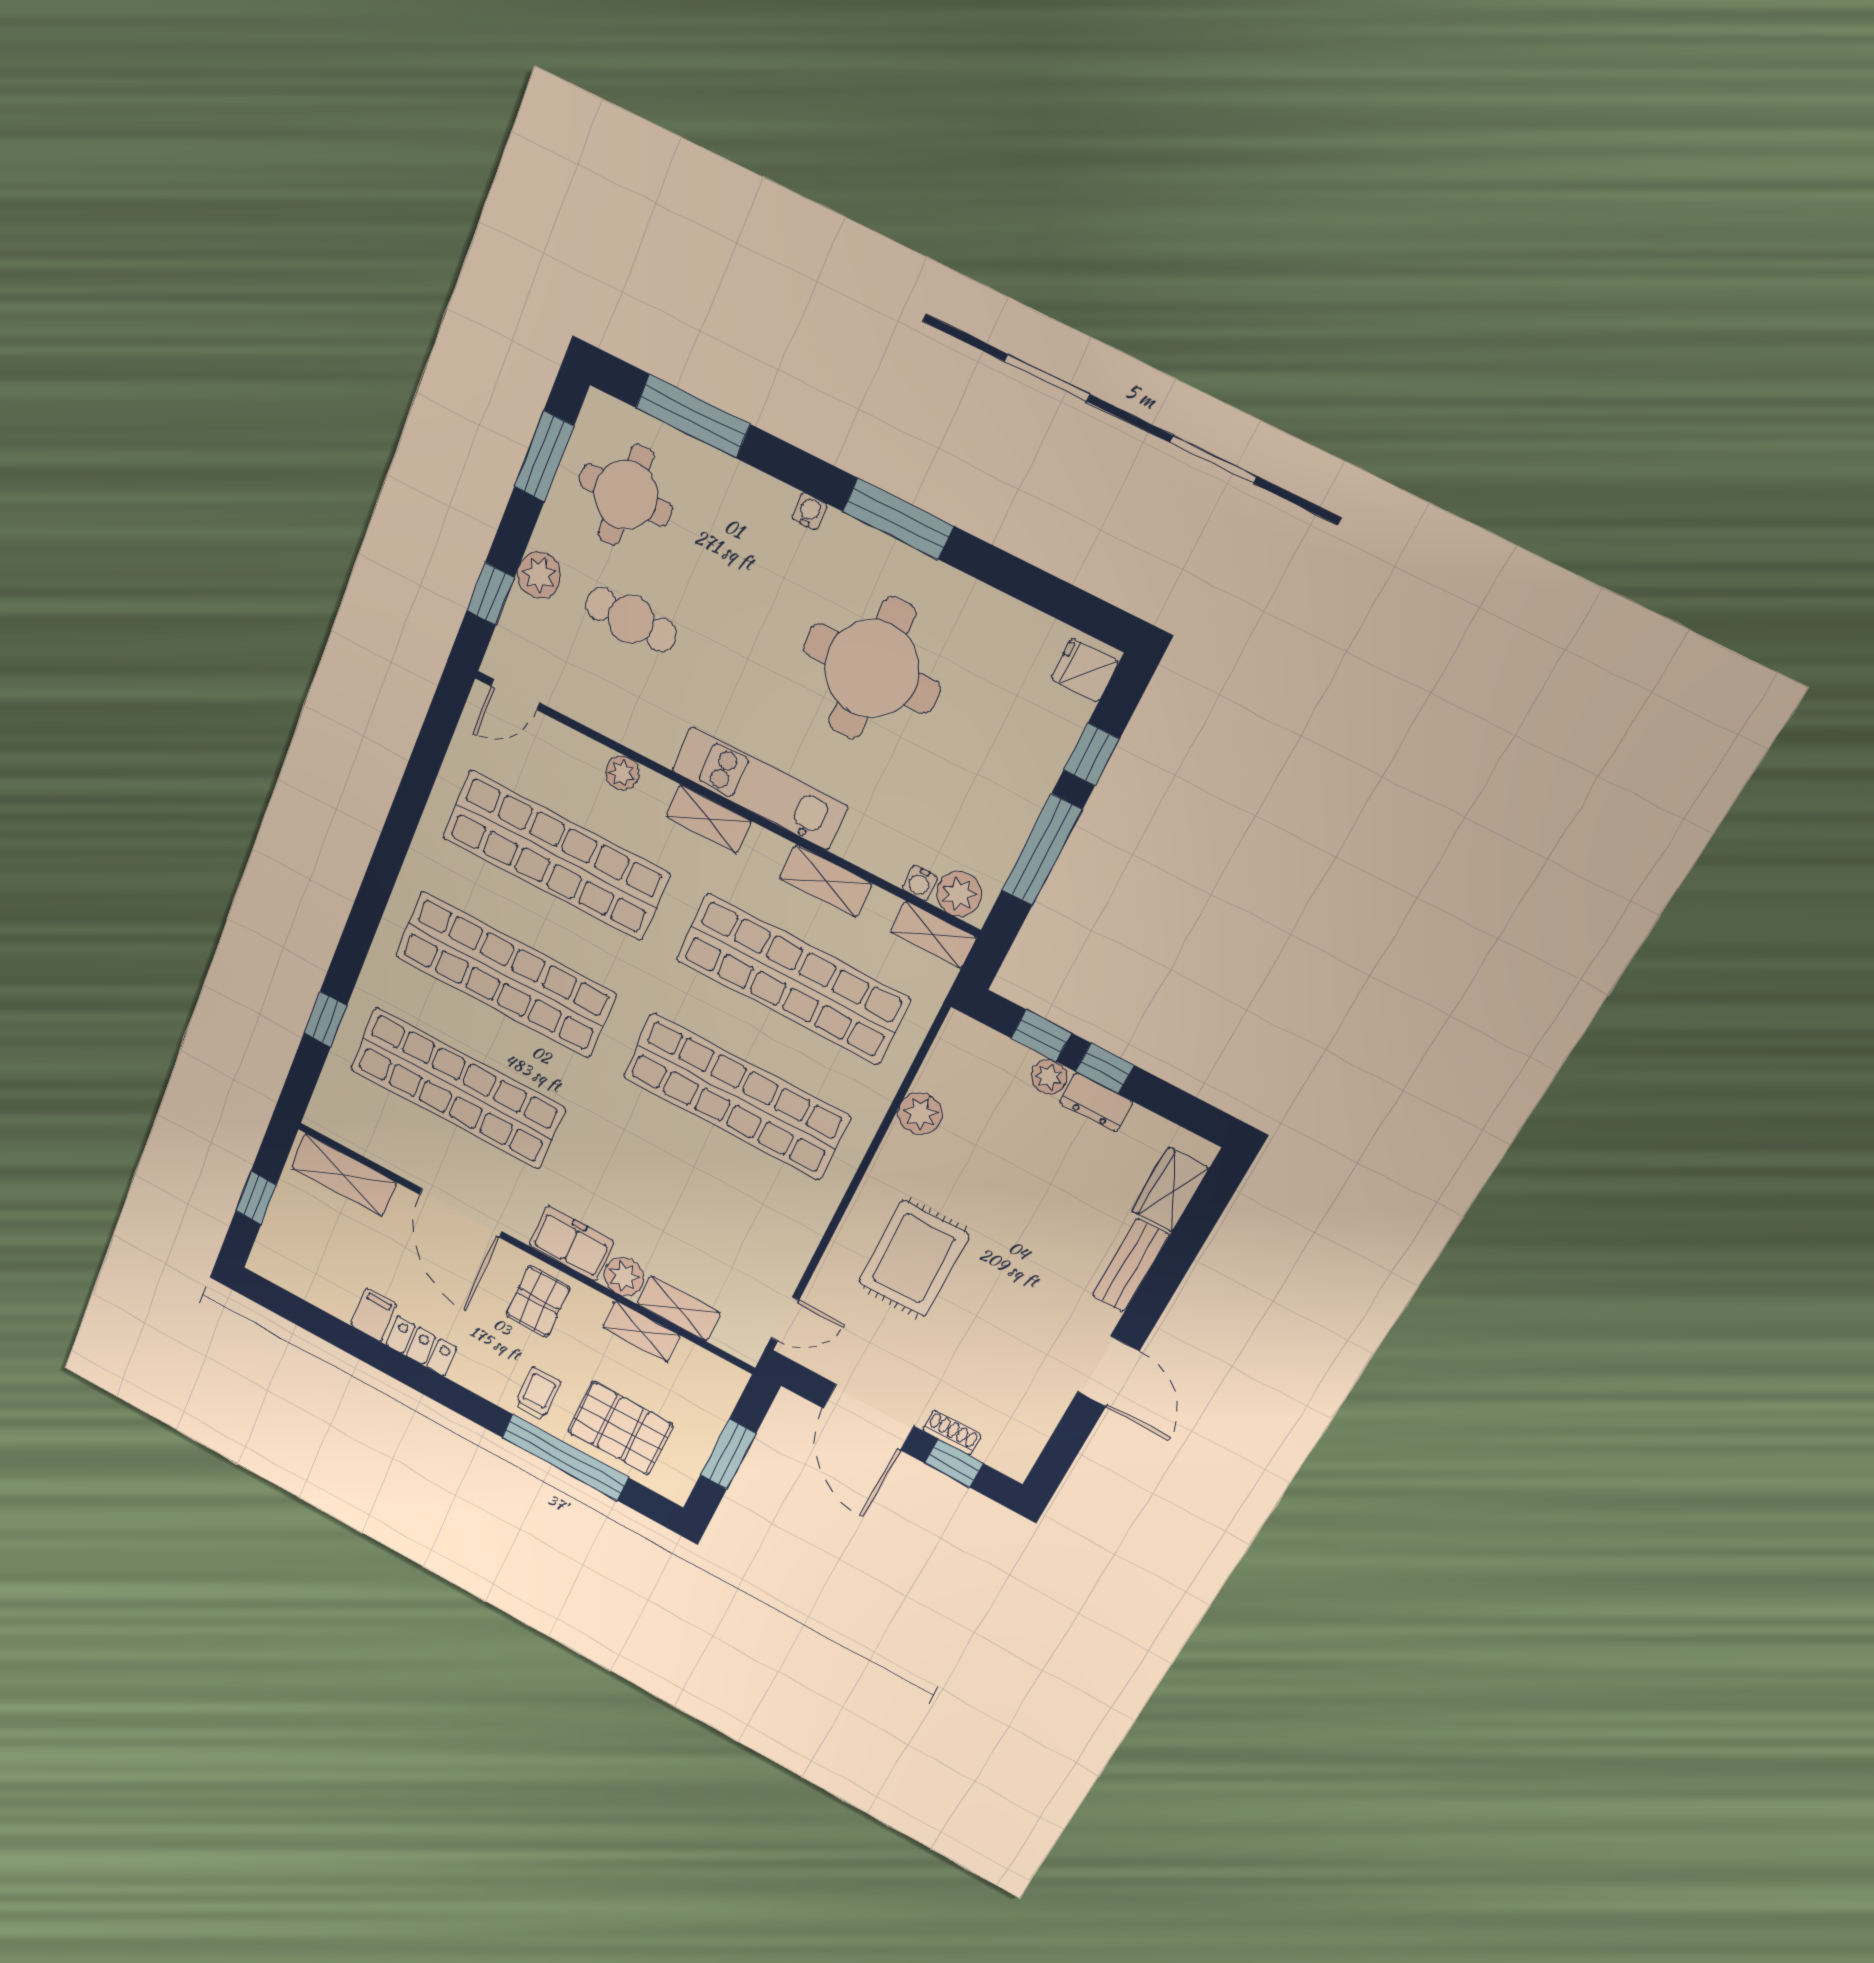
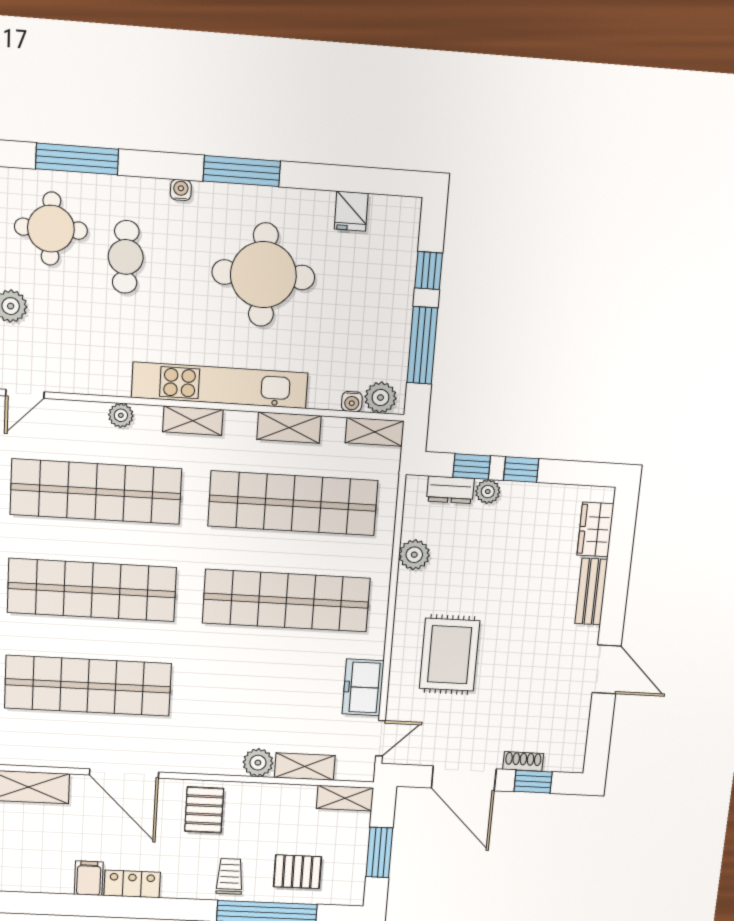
cafe table: (631, 619) -> (126, 257), moved, turned 90
fridge: (1085, 670) -> (351, 211), moved, turned -90
kitchen unit: (760, 788) -> (220, 385), width x1.36
dresser: (1096, 1102) -> (450, 490), moved
freezer: (571, 1243) -> (363, 687), moved, turned -90
shelving: (641, 1331) -> (345, 798), moved
pallet: (620, 1428) -> (297, 872), width x0.67, depth x0.71

